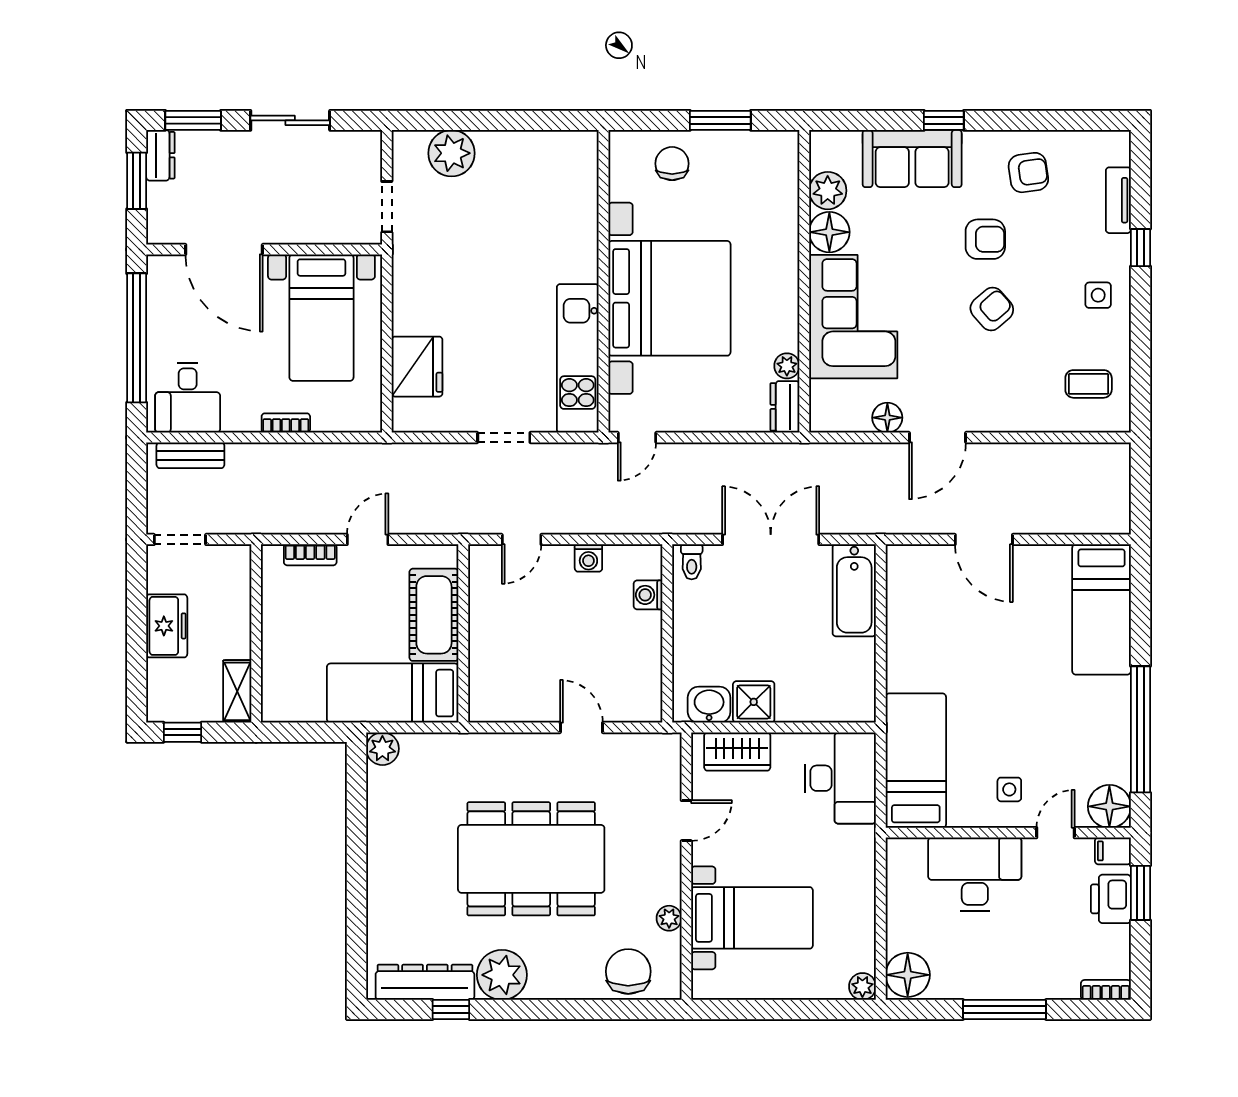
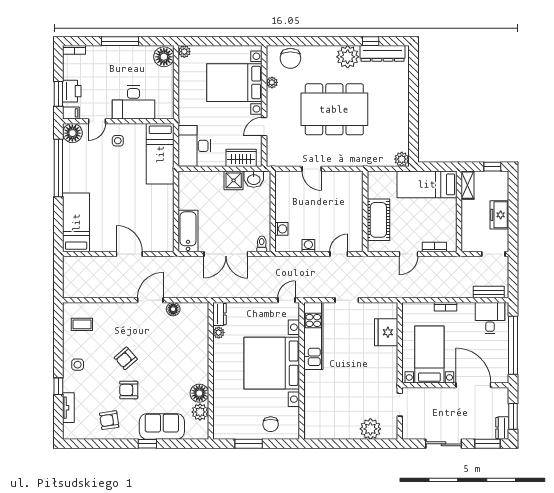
corner sofa: (853, 317) -> (189, 355), removed
bed: (393, 693) -> (427, 184), moved, turned 180
bed with nightstands: (752, 918) -> (234, 83), width x1.36

